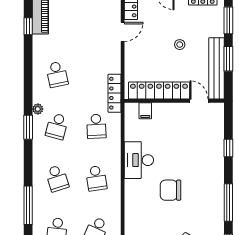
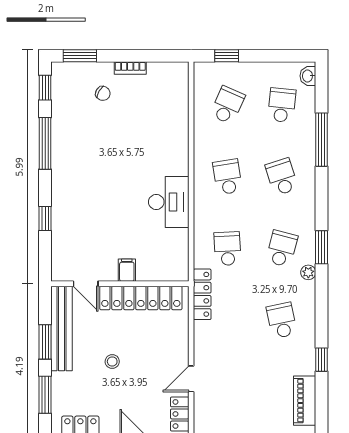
window: (28, 26) -> (322, 360), moved
filing cabinet: (145, 111) -> (127, 270), moved
chair: (171, 190) -> (125, 160), removed

